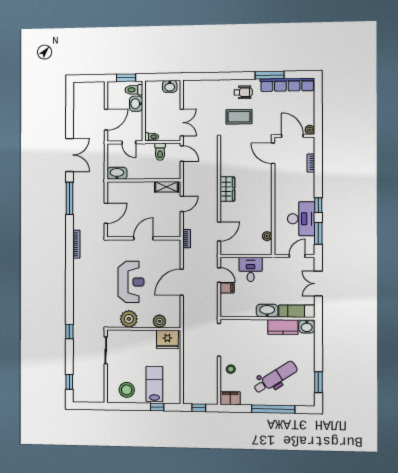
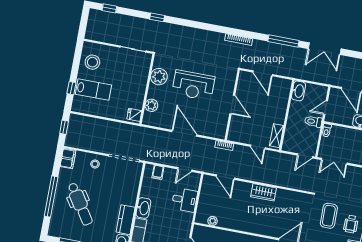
toilet: (160, 152) -> (313, 121), moved
filing cabinet: (227, 288) -> (158, 172), moved
fridge: (167, 340) -> (134, 115), width x0.53, depth x0.75

